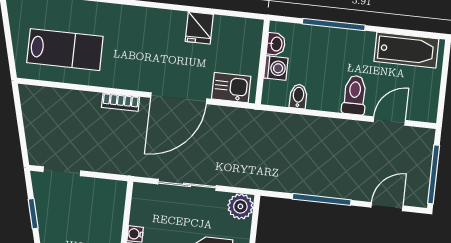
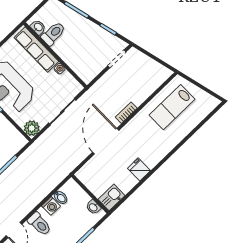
fridge: (199, 28) -> (139, 169), moved
washing machine: (276, 68) -> (51, 206), moved, turned -90
kitchen sink: (231, 88) -> (112, 197), moved, turned 180

